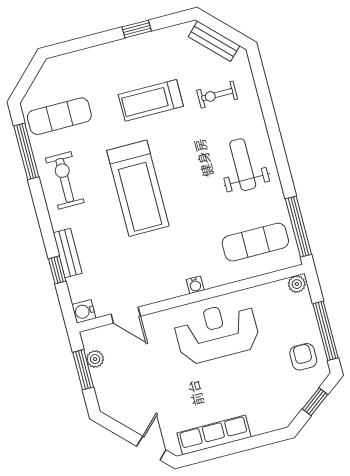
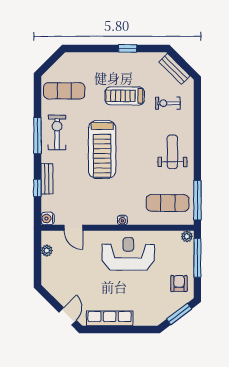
window: (26, 151) -> (37, 135), moved
window: (325, 331) -> (197, 258), moved
window: (83, 370) -> (37, 255), removed
window: (315, 402) -> (179, 314), width x1.50

